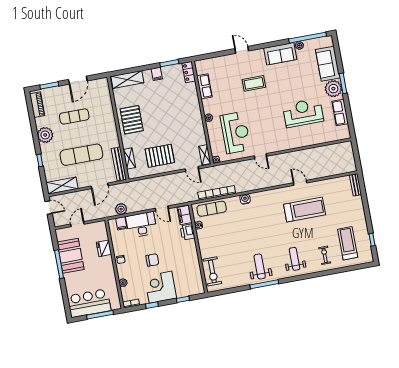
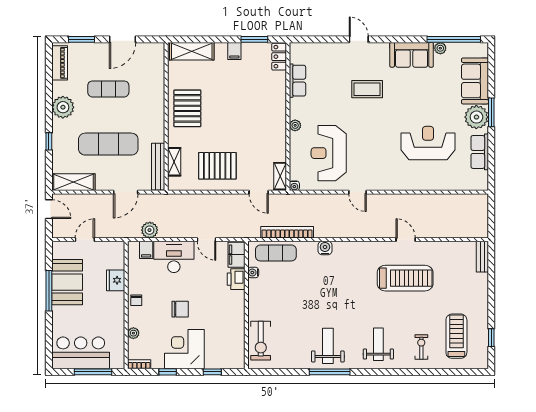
reception desk: (235, 133) -> (329, 153), turned 180

